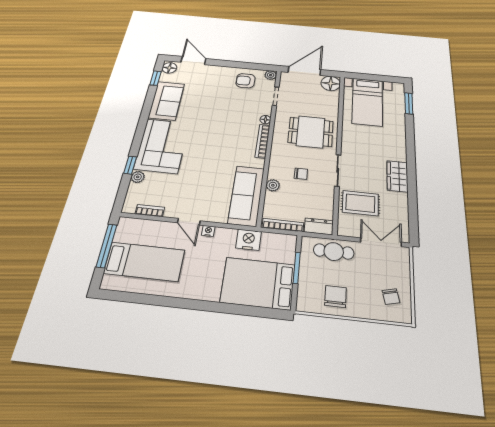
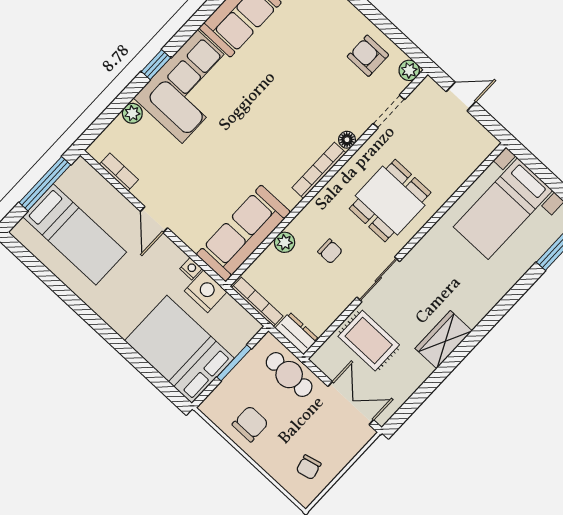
door: (304, 71) -> (461, 97), width x0.53
floor lamp: (331, 83) -> (479, 144), removed
dining table: (311, 132) -> (390, 201), turned 90
window: (130, 165) -> (156, 65), moved
nightstand: (208, 231) -> (191, 269), moved

